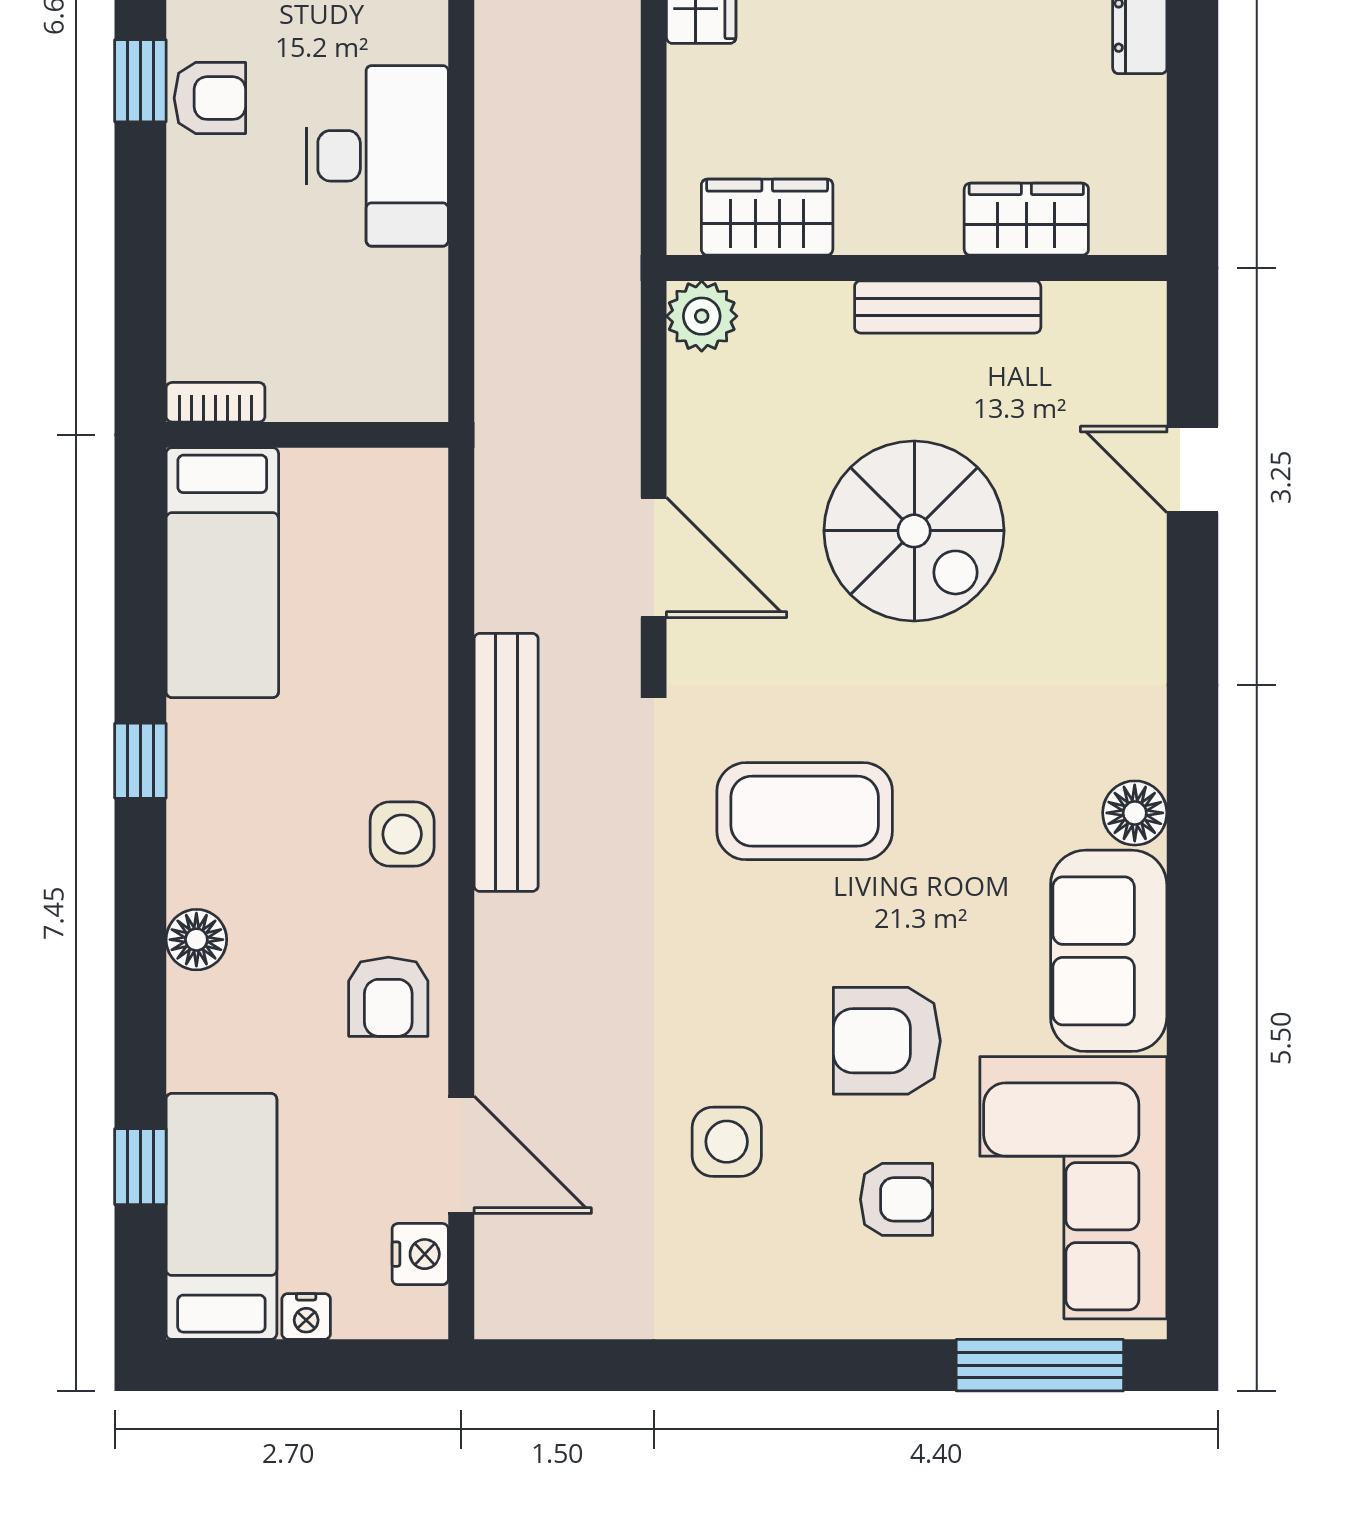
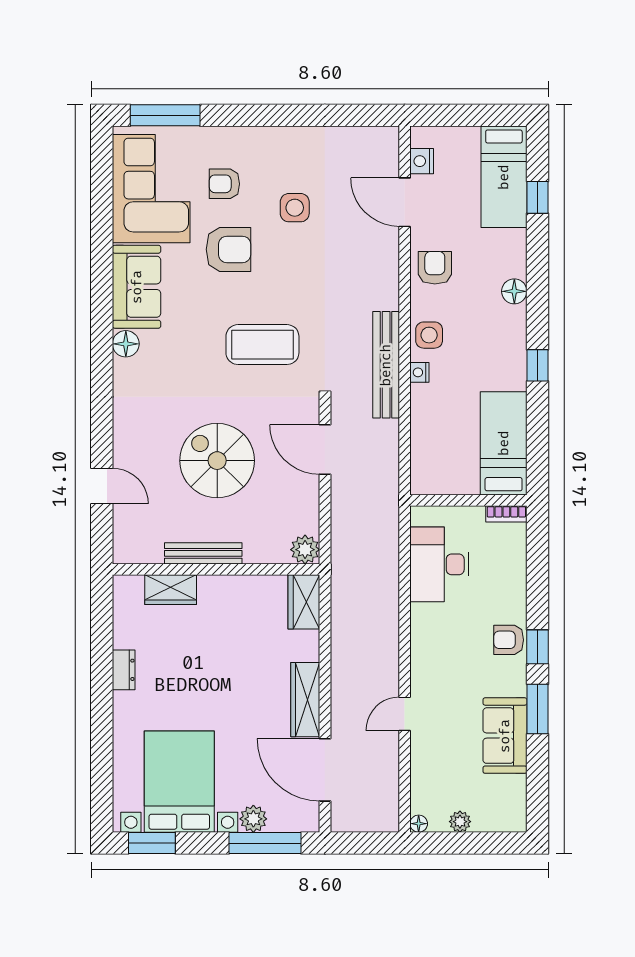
desk: (377, 156) -> (439, 564), moved
wardrobe: (767, 217) -> (304, 602), moved, turned 90
nightstand: (306, 1317) -> (419, 372), moved, turned -90

